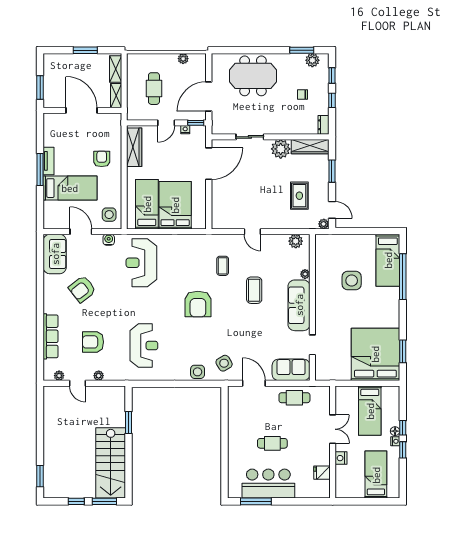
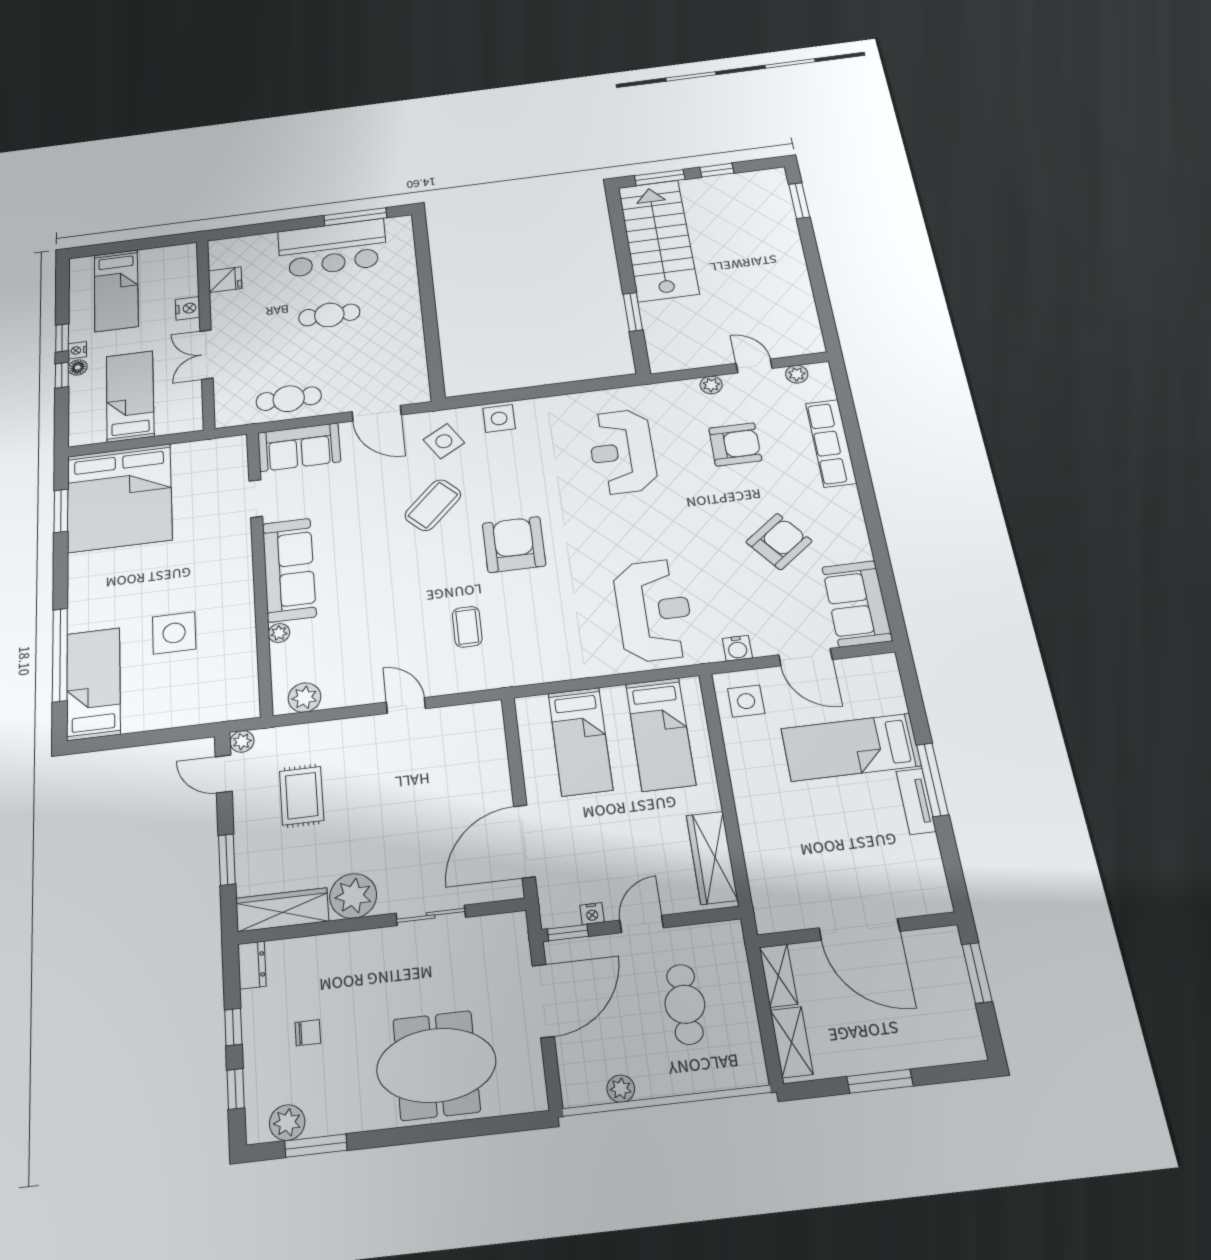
armchair: (102, 159) -> (787, 821), removed
bed: (175, 205) -> (580, 741), width x0.67
coffee table: (254, 290) -> (433, 505), moved, turned 45

